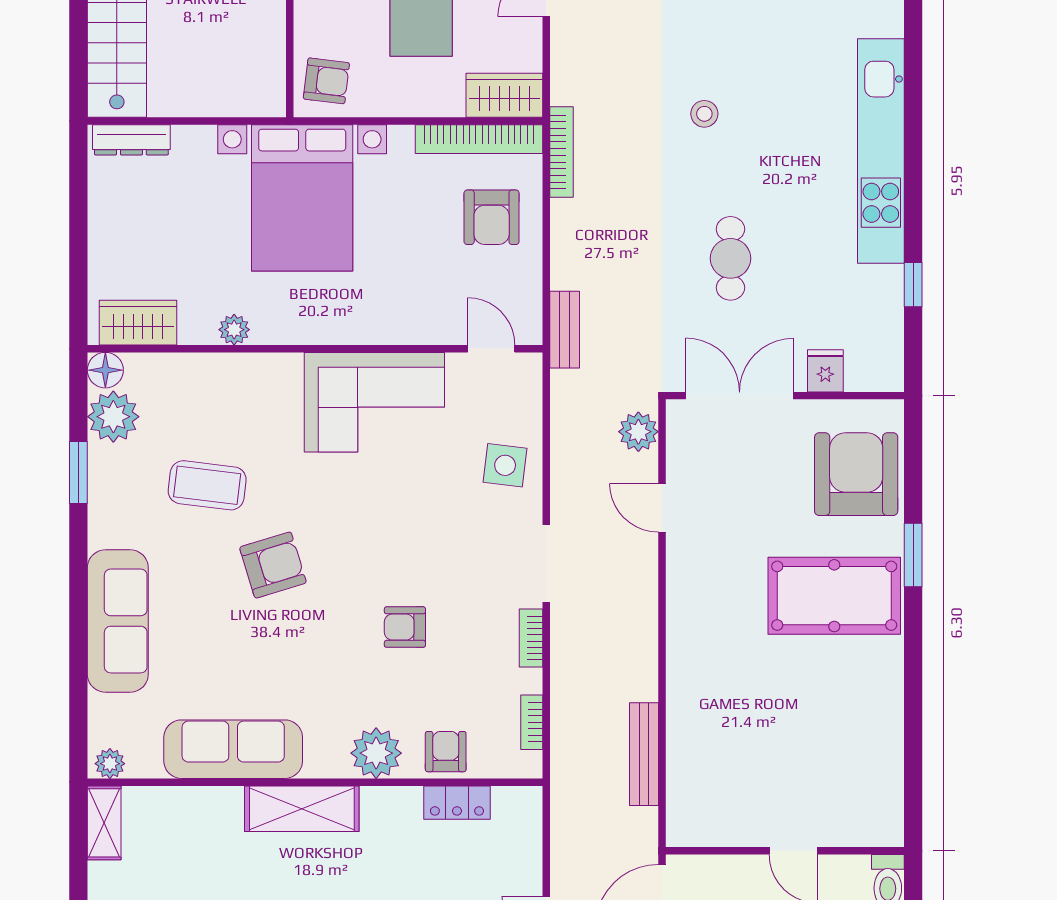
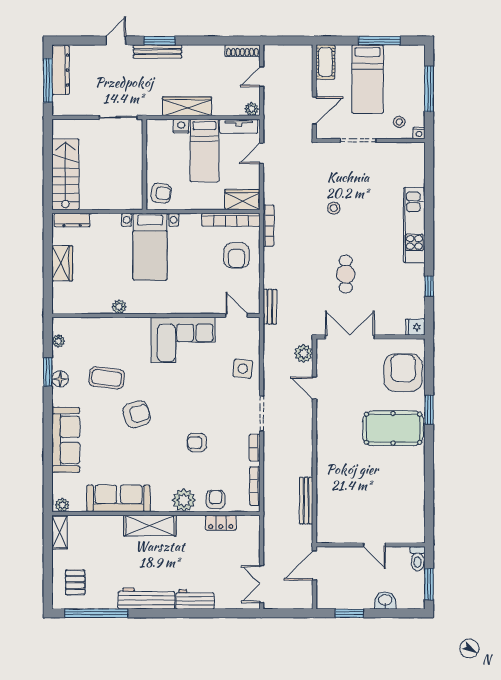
kitchen unit: (881, 151) -> (414, 225), width x0.73
bed with nightstands: (302, 198) -> (150, 247), width x0.73
wardrobe: (138, 323) -> (62, 263), moved, turned 90
floor lamp: (105, 370) -> (60, 379), moved
fridge: (825, 371) -> (415, 327), moved, turned -90
plant: (113, 417) -> (58, 341), width x0.53, depth x0.53
bookcase: (532, 722) -> (255, 486), width x1.56

